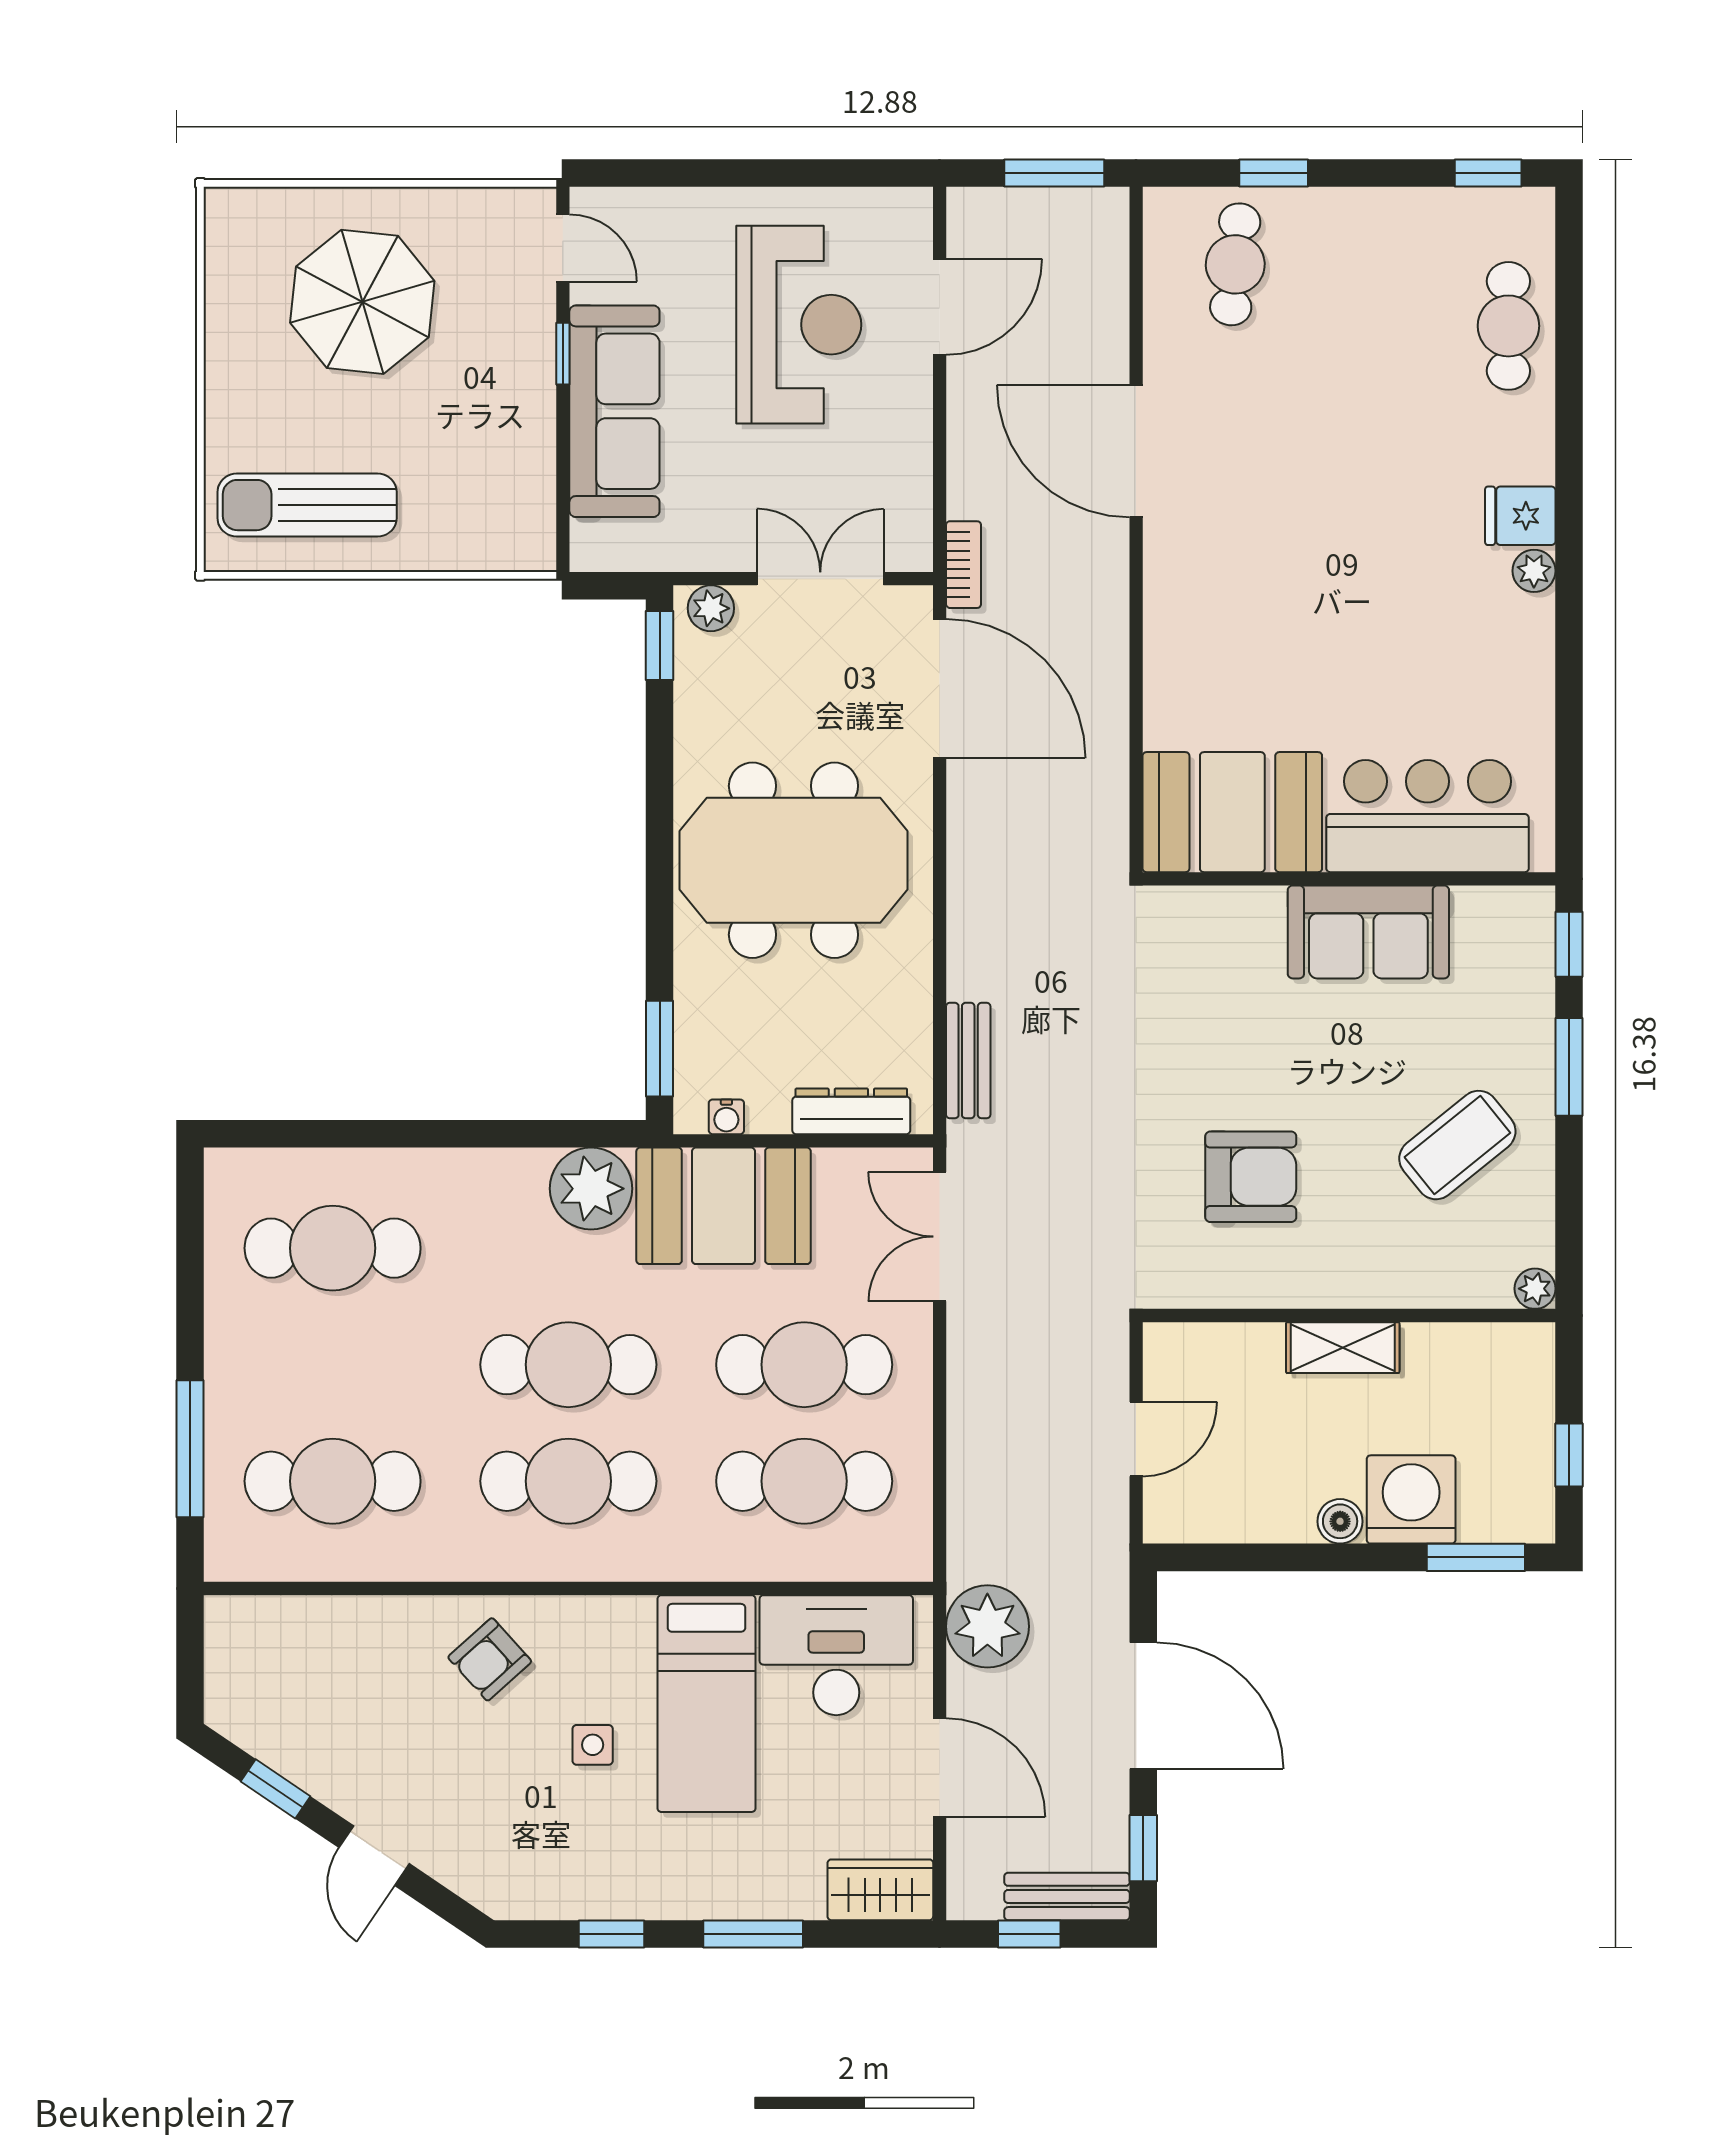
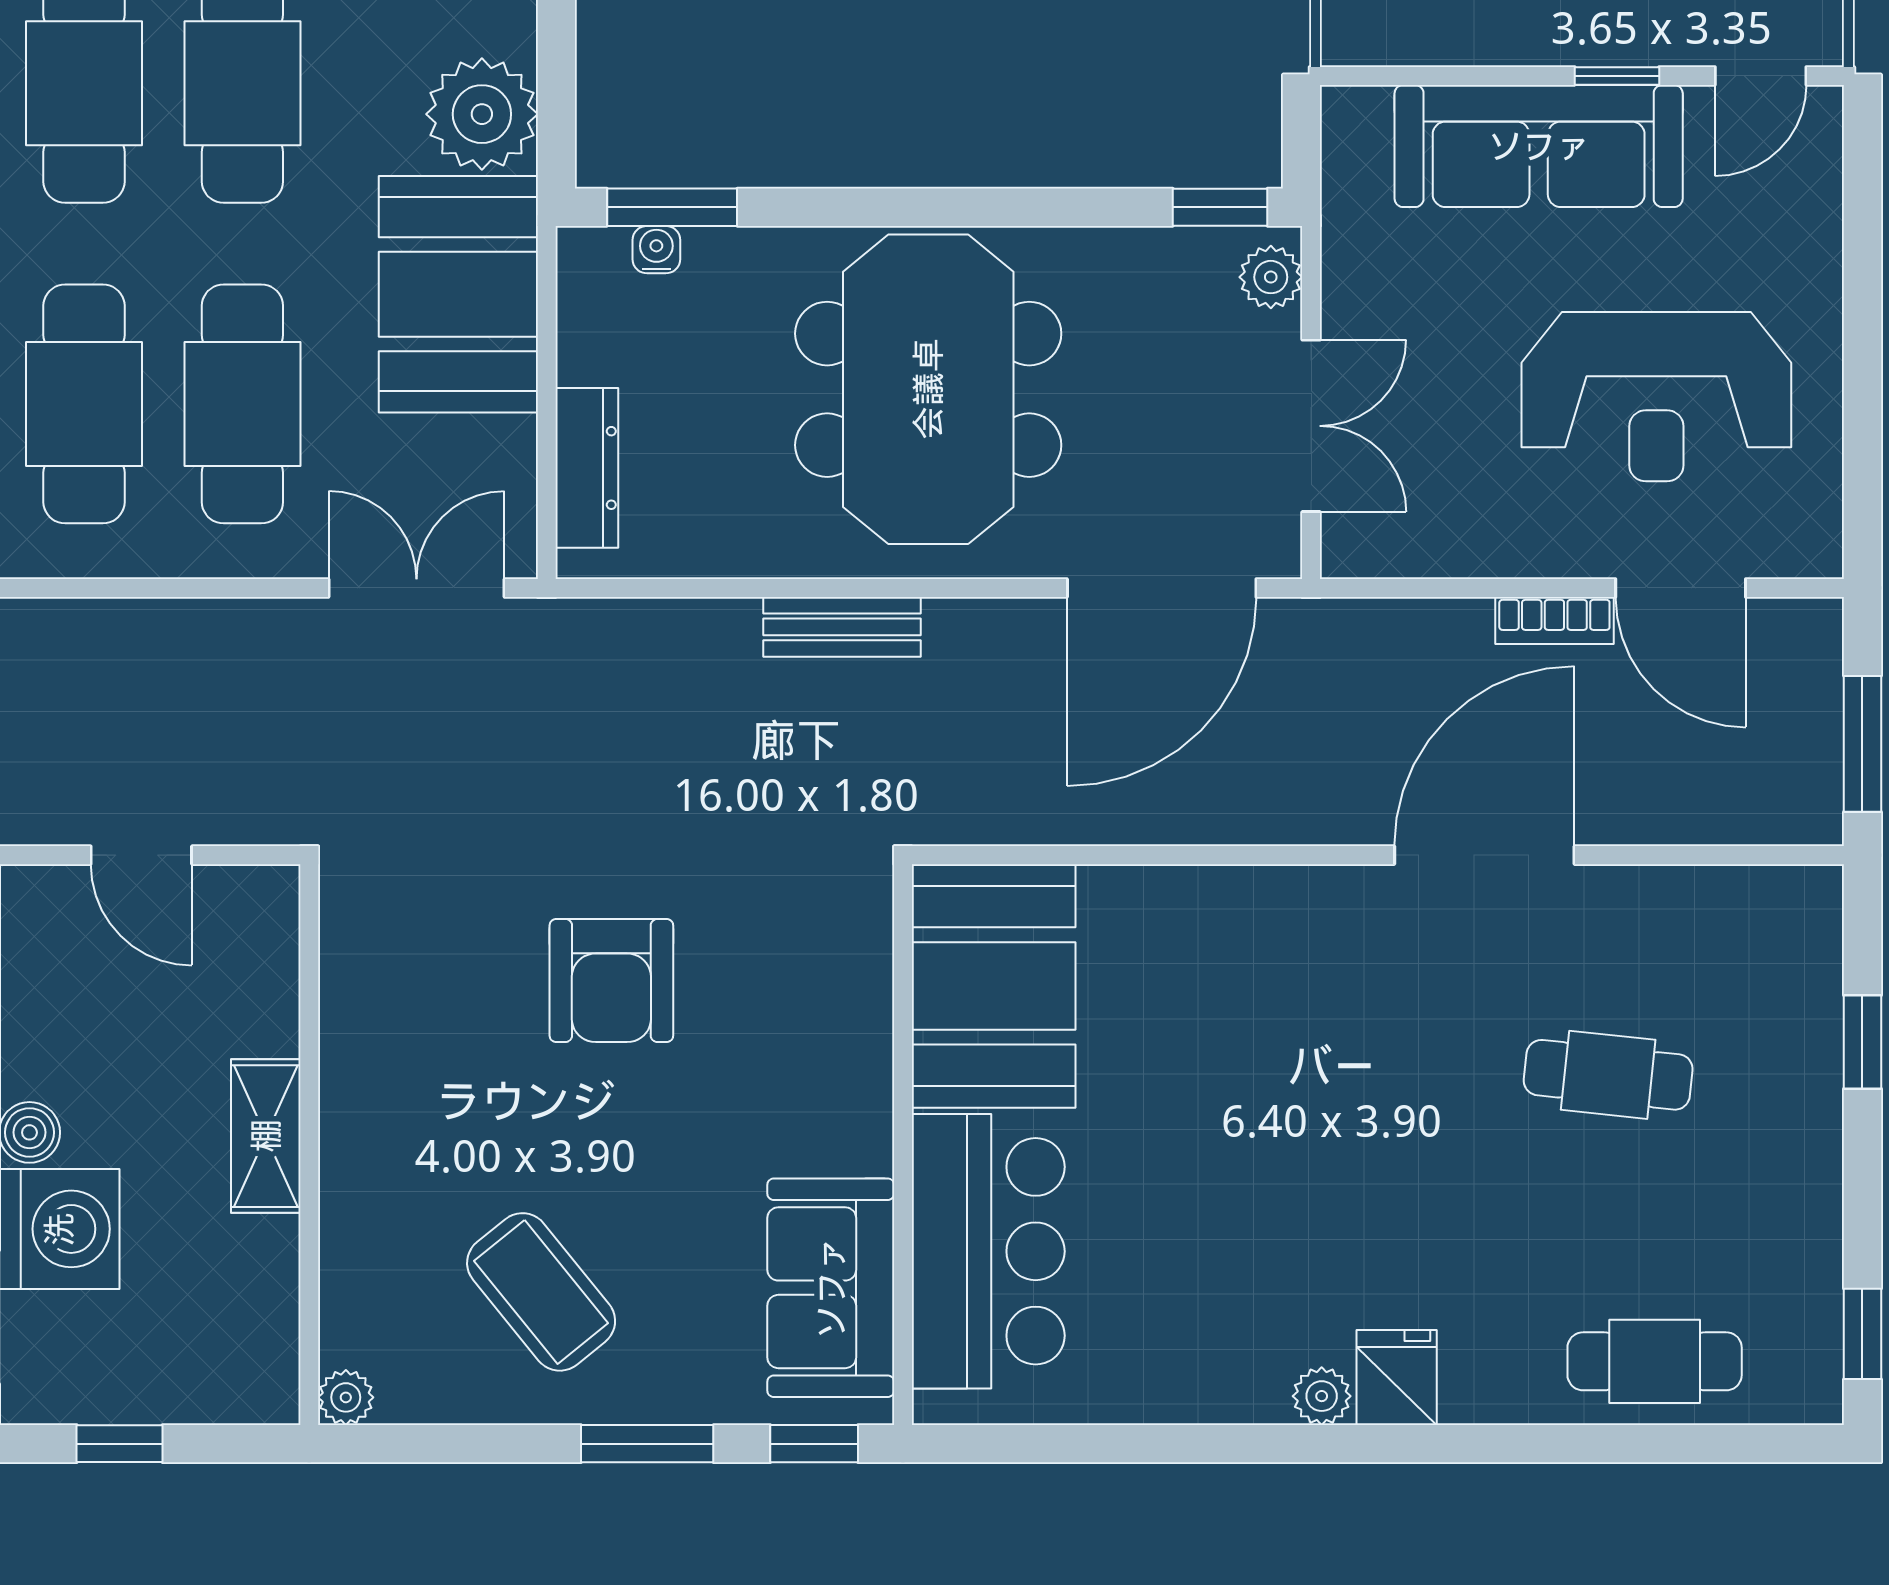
cafe table: (1235, 264) -> (1608, 1075), moved
bookcase: (964, 565) -> (1554, 621), moved
sofa: (1368, 932) -> (831, 1288), moved
bench: (968, 1061) -> (842, 627), moved
water cooler: (726, 1117) -> (656, 250), moved, turned 90
armchair: (1251, 1177) -> (611, 981), moved

